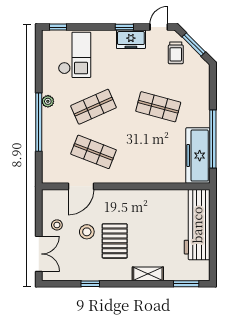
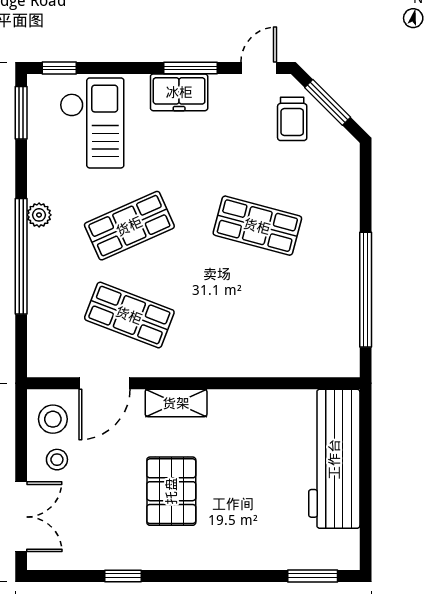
window: (124, 27) -> (190, 68), width x1.50
freezer: (131, 39) -> (179, 92), moved
window: (39, 50) -> (21, 113), added
freezer: (198, 156) -> (336, 322), removed
stool: (87, 232) -> (53, 419), moved
shelving: (148, 274) -> (176, 403), moved

